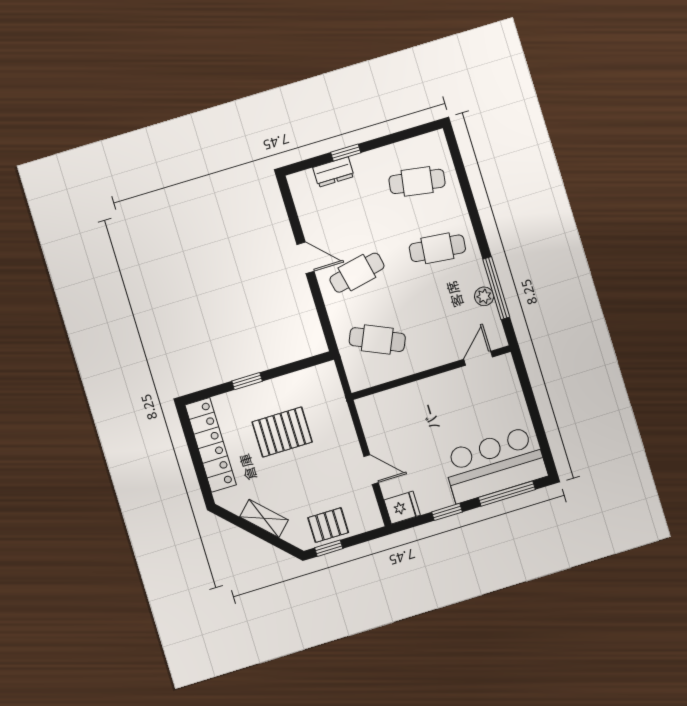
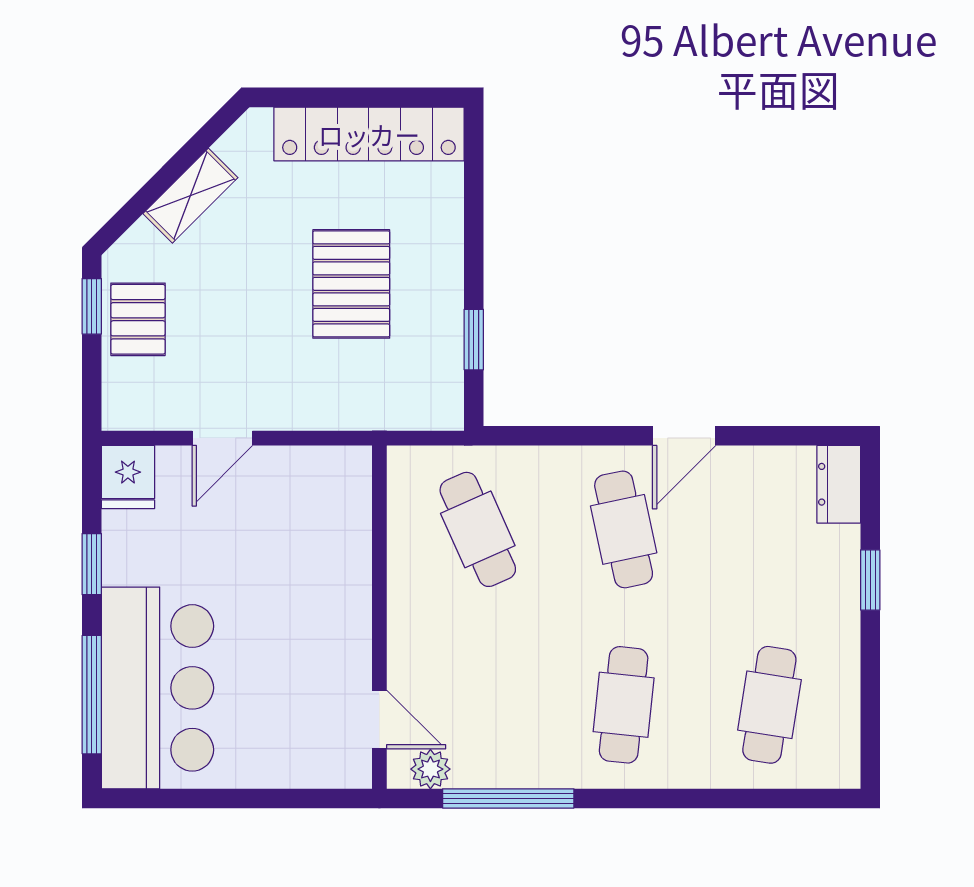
dresser: (333, 172) -> (839, 484), moved
plant: (484, 296) -> (430, 769), moved
cafe table: (377, 340) -> (478, 529), turned -48
window: (247, 381) -> (474, 340), moved

